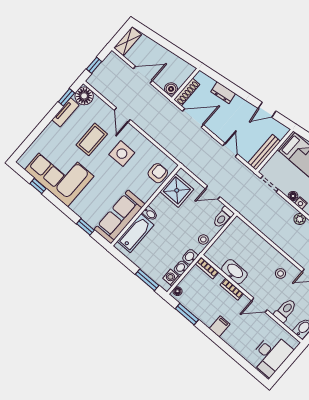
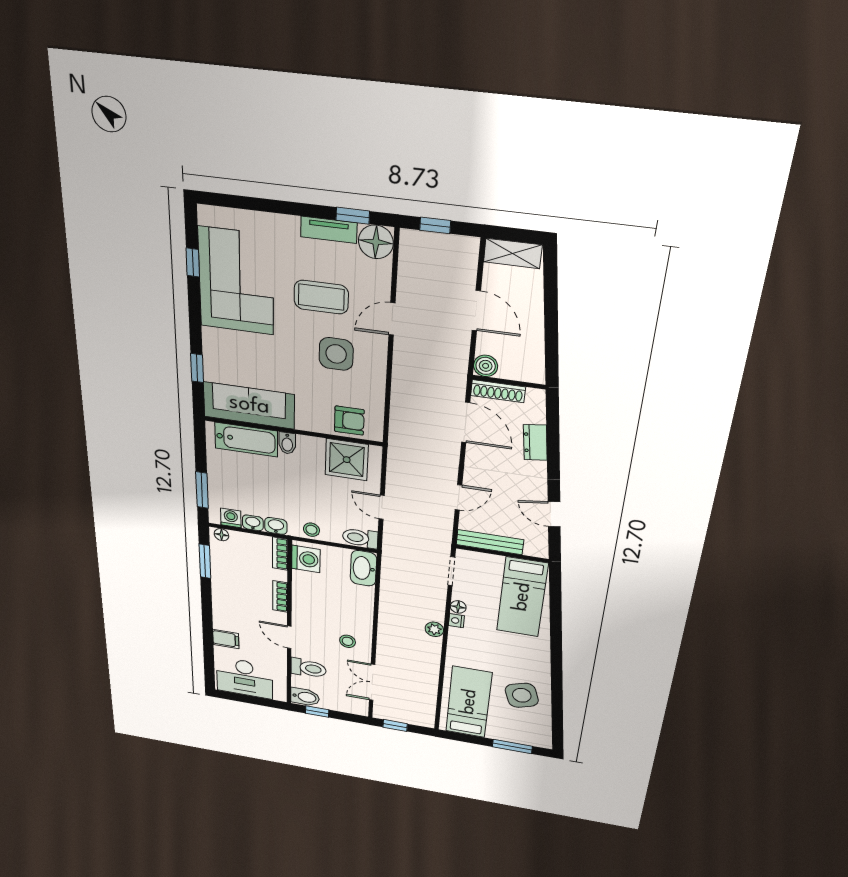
washing machine: (218, 256) -> (306, 559), added
washbasin: (234, 272) -> (363, 568), moved, turned 180
filing cabinet: (220, 326) -> (226, 639), moved

